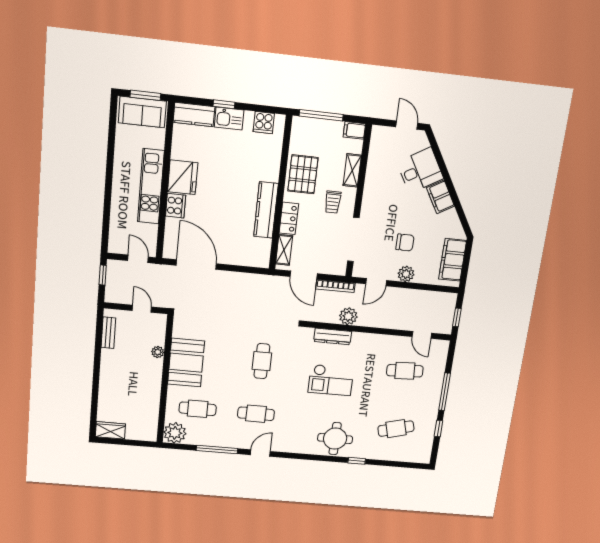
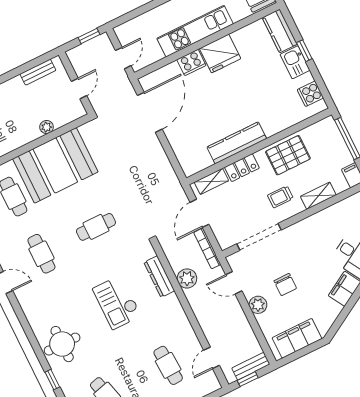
bench: (449, 309) -> (251, 366), added
booth: (186, 363) -> (55, 165), width x1.36, depth x1.42

